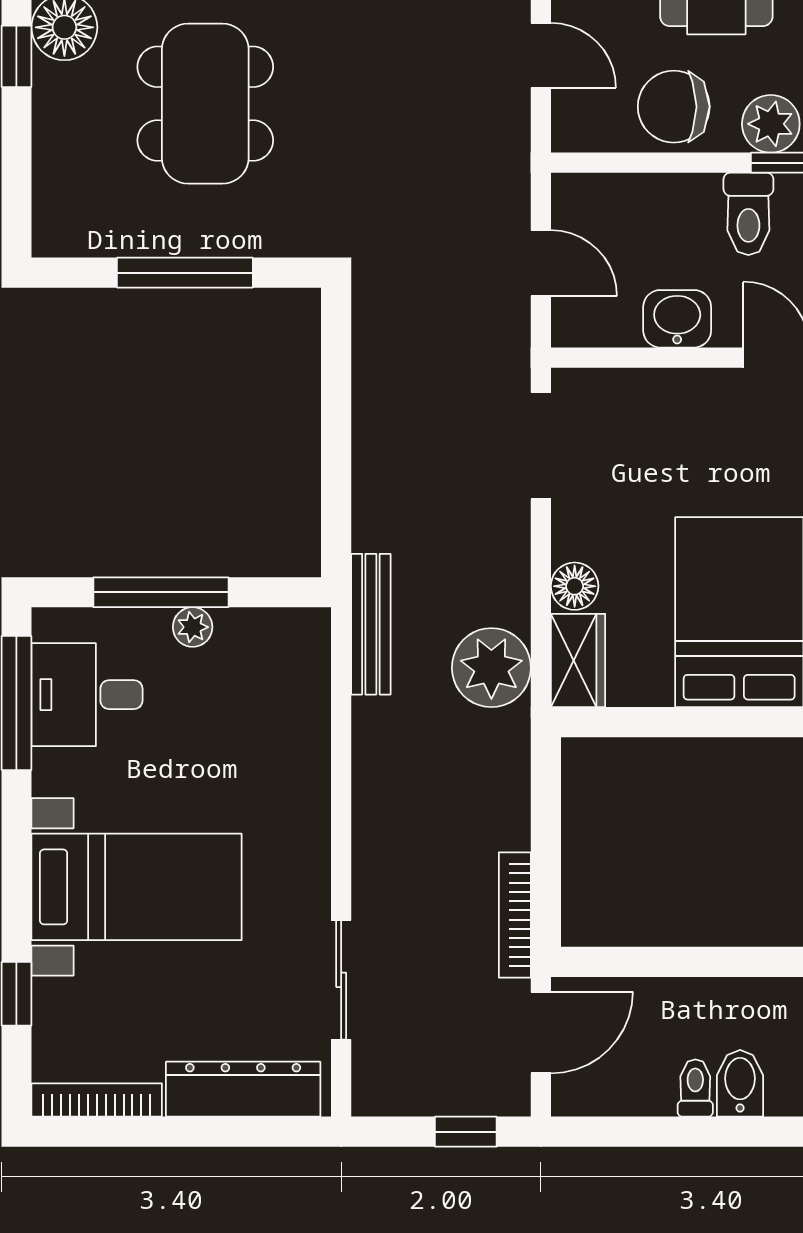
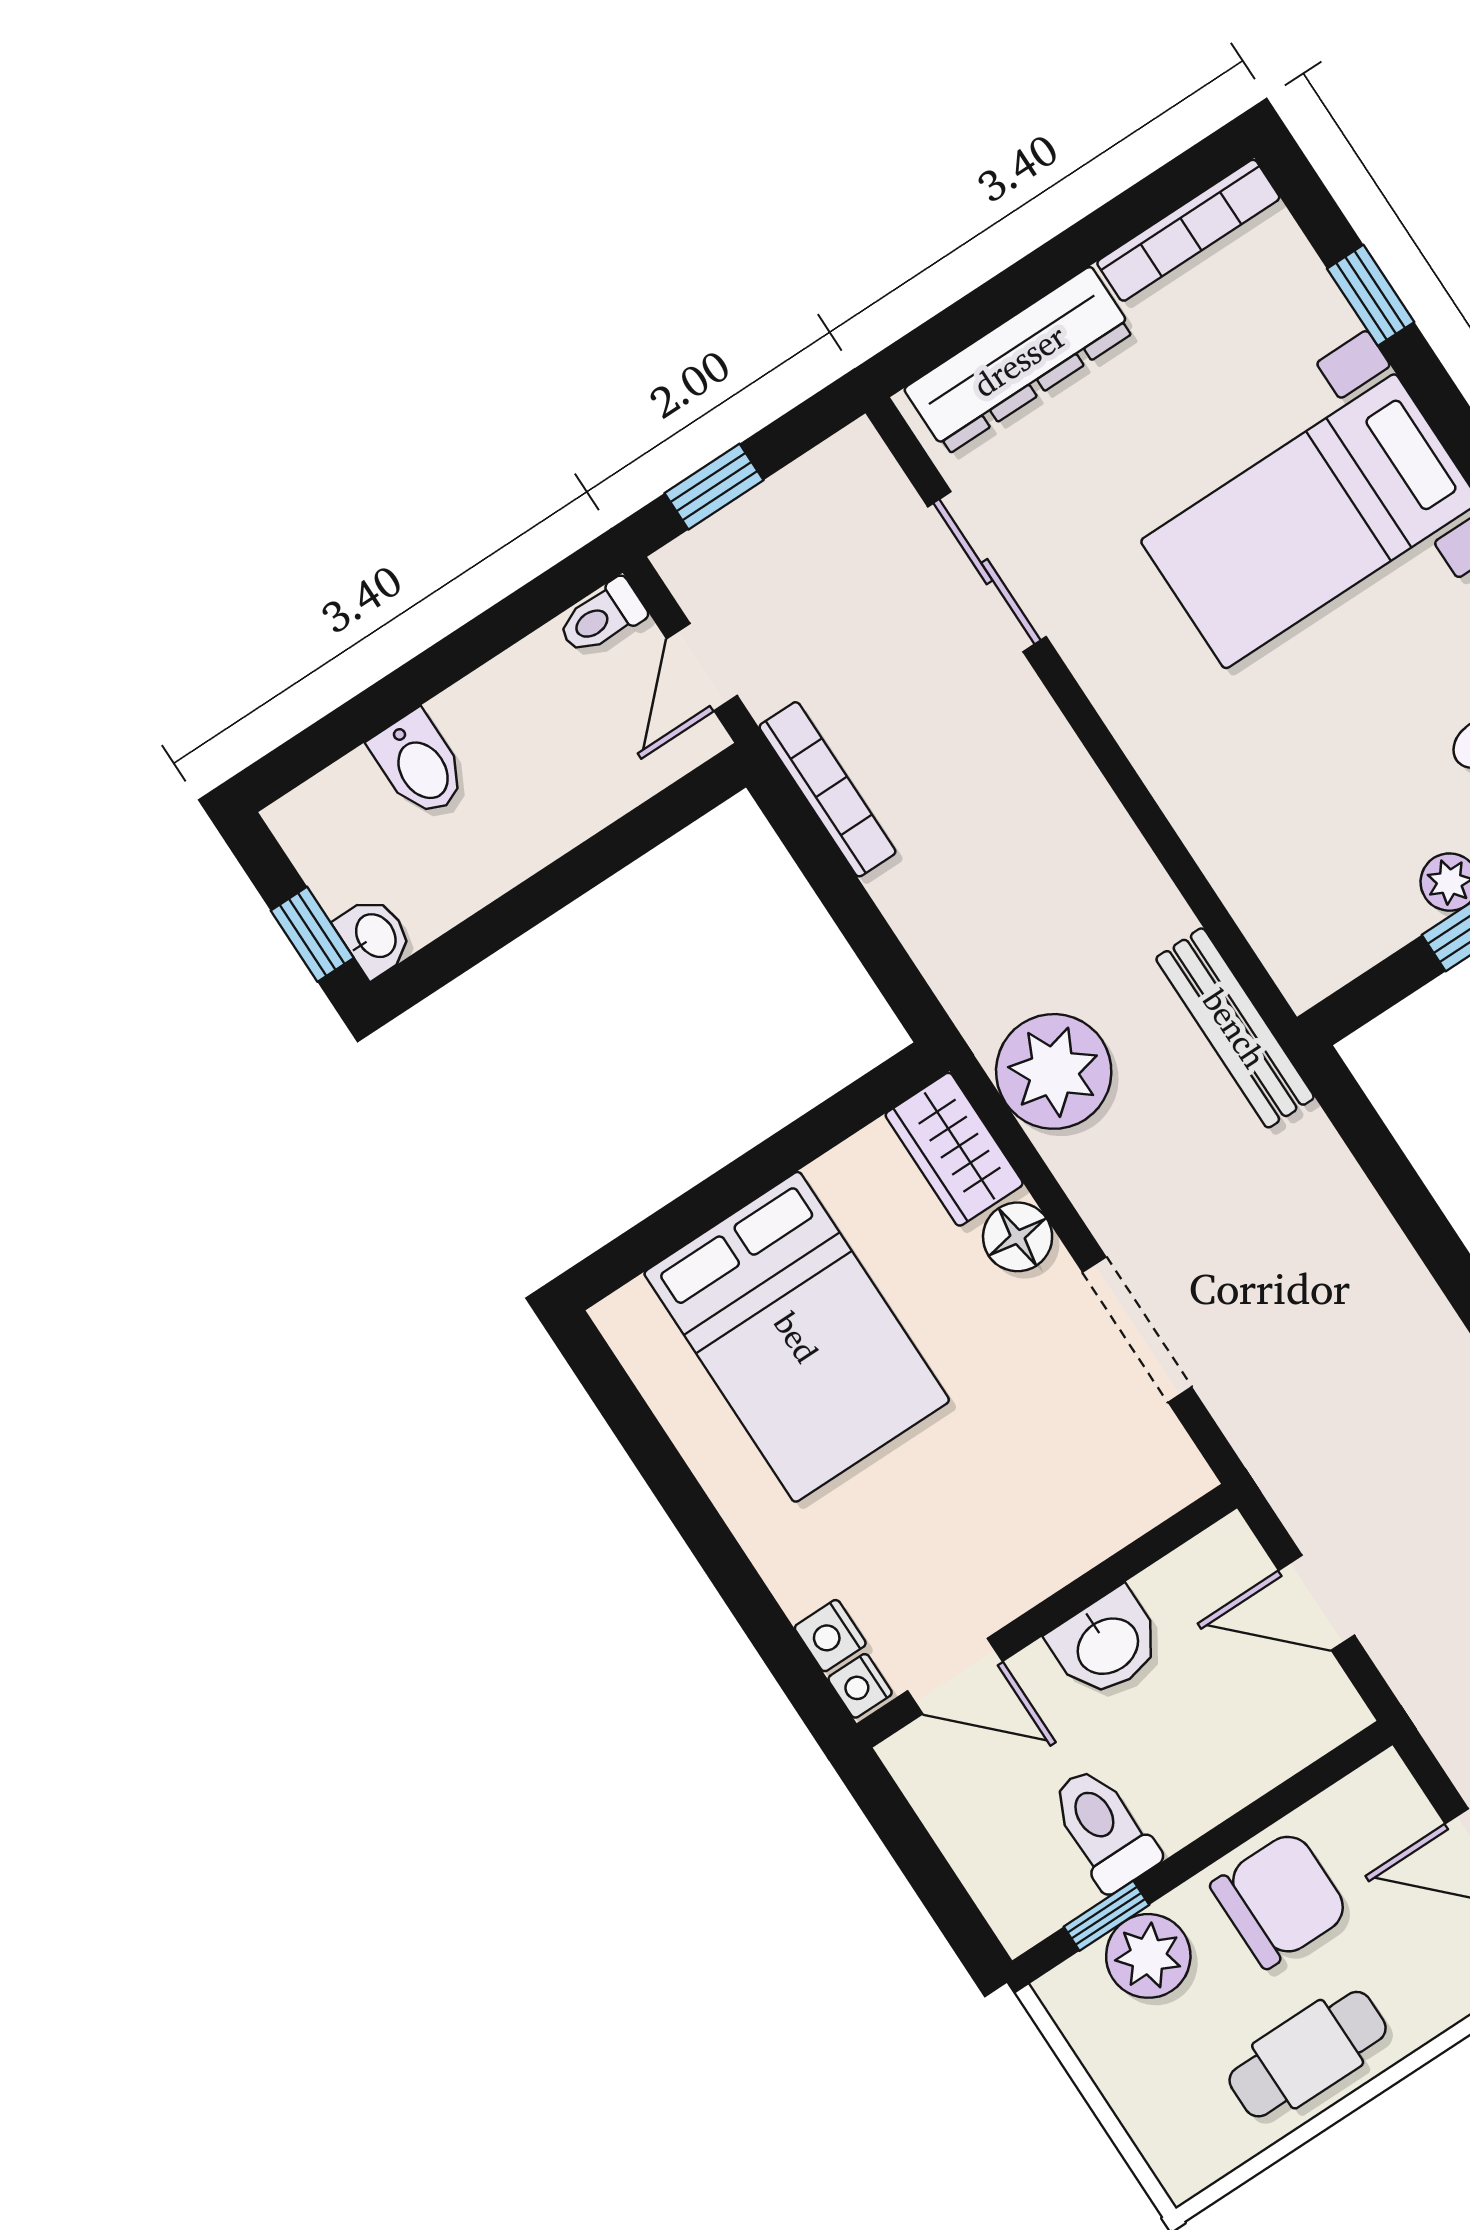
doorway: (541, 446) -> (1137, 1330), moved
door: (541, 1033) -> (702, 667), width x0.73
toilet: (695, 1088) -> (602, 617), moved, turned 90

